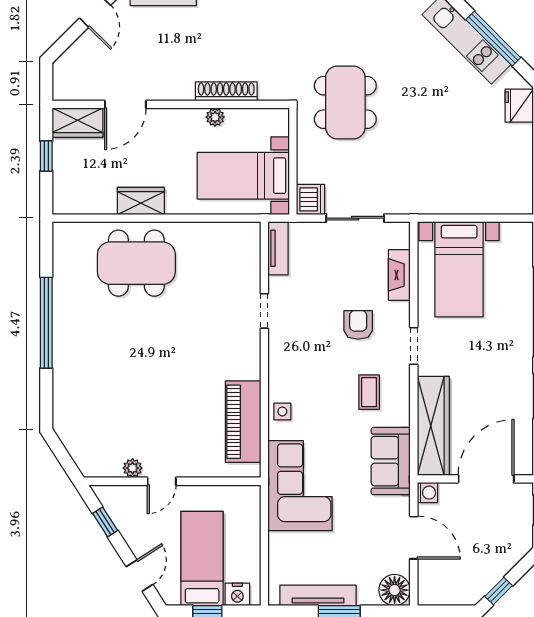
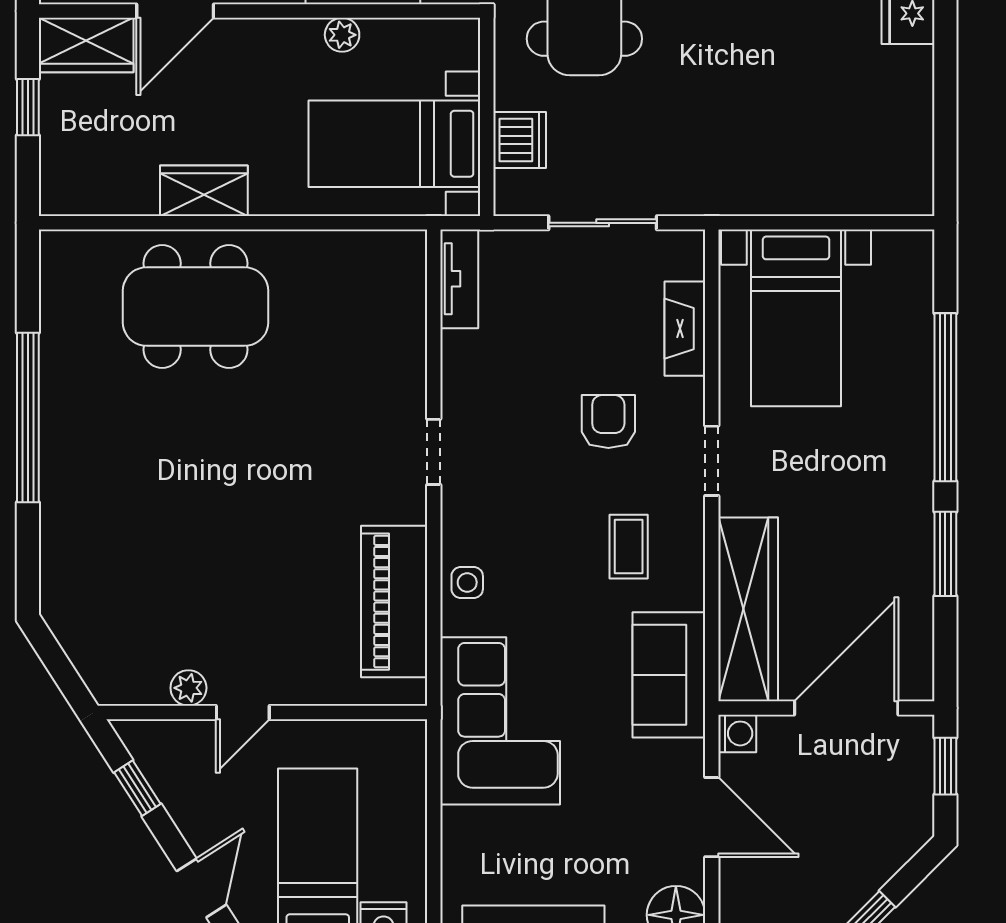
dishwasher: (310, 199) -> (520, 140), moved
doorway: (264, 311) -> (434, 452), moved

